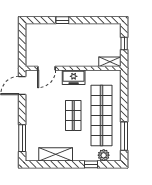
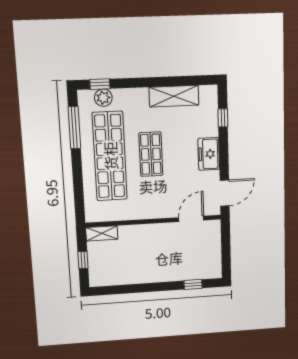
window: (62, 20) -> (193, 284), moved
freezer: (74, 77) -> (209, 154), moved, turned -90
window: (22, 138) -> (223, 118), width x0.46
window: (91, 164) -> (100, 84), moved

